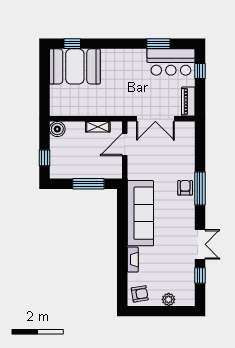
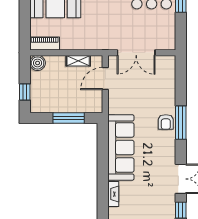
piano: (188, 102) -> (45, 44), moved, turned 90
armchair: (185, 188) -> (166, 122), turned 180

